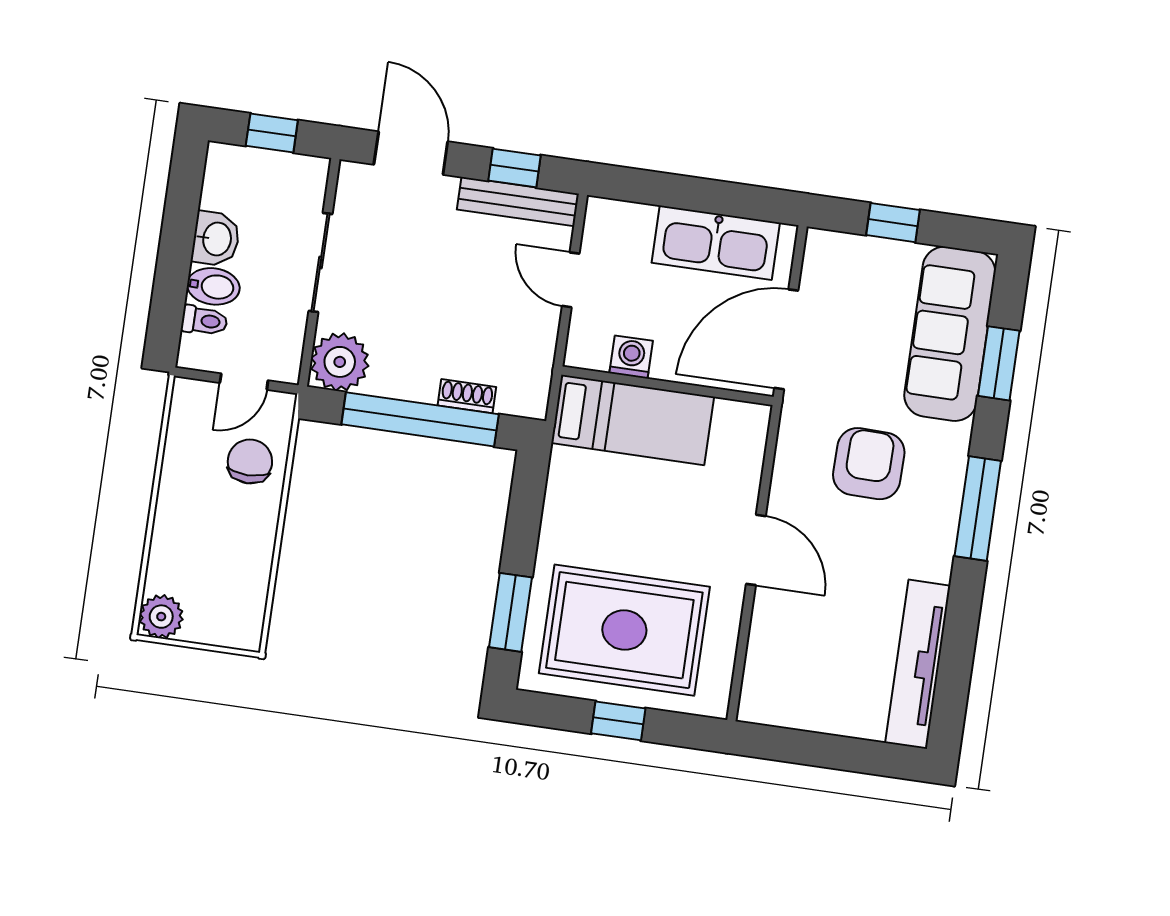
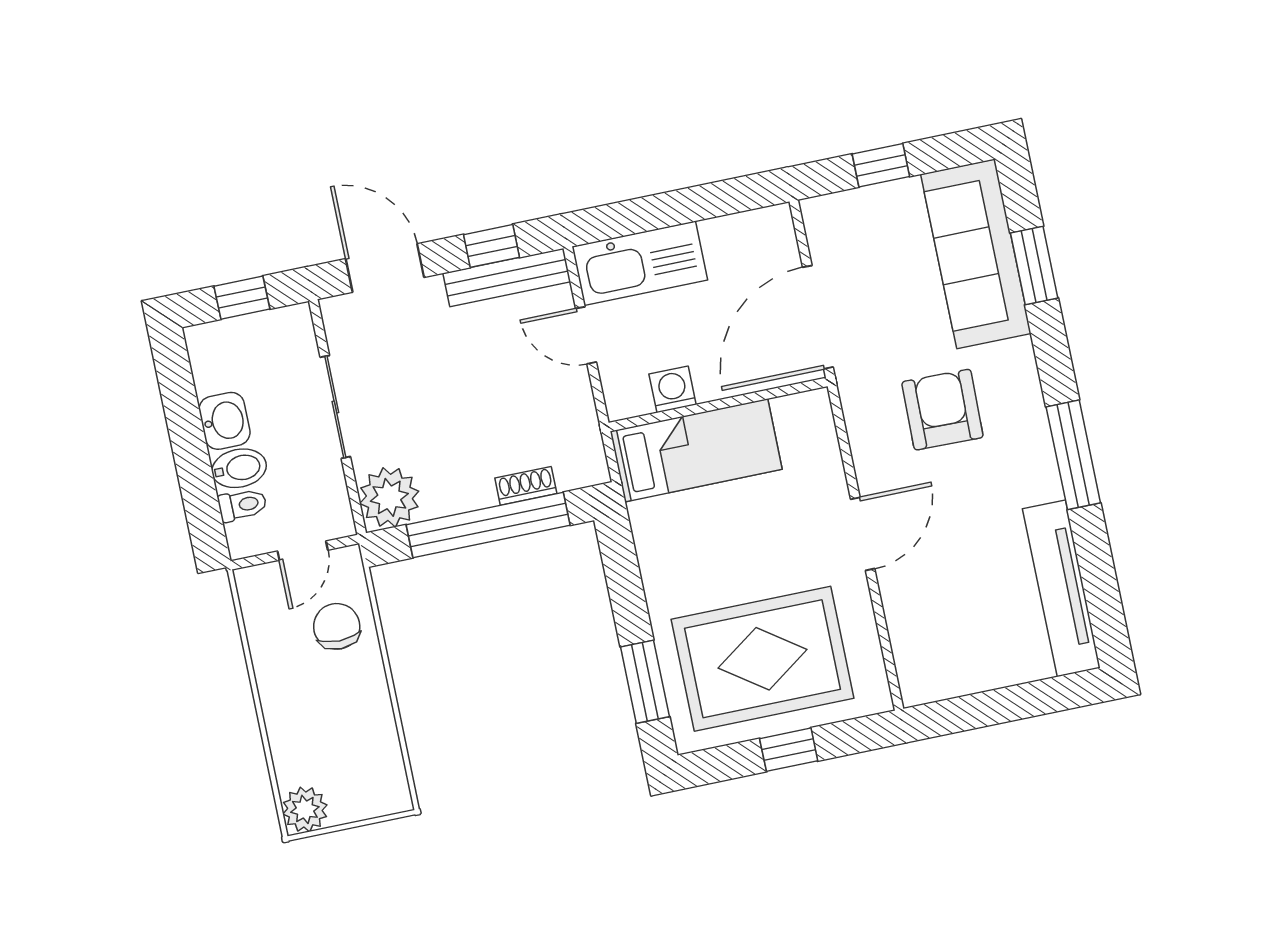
kitchen sink: (716, 243) -> (640, 263), moved
window: (978, 509) -> (1073, 455), moved
door: (756, 550) -> (863, 534), hinge flipped

